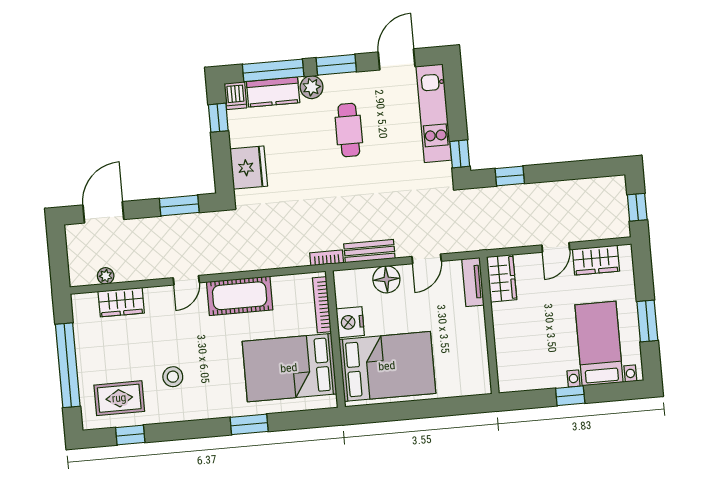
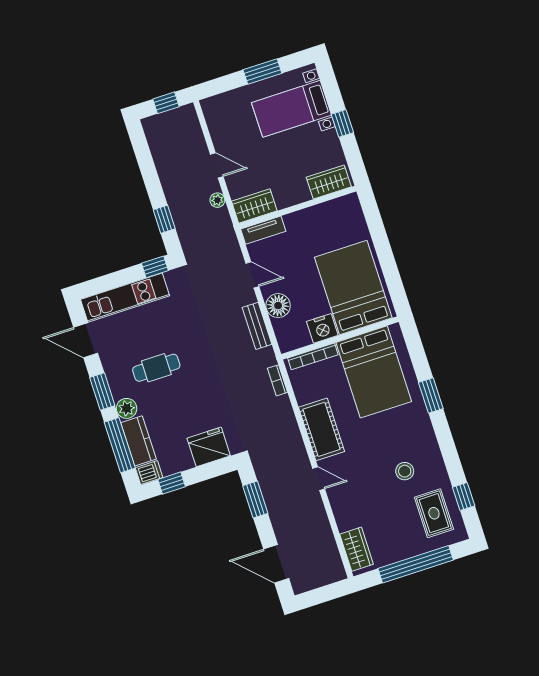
bookcase: (327, 258) -> (277, 380), moved
wardrobe: (596, 260) -> (329, 182), moved, turned -90
plant: (106, 276) -> (217, 200), moved
wardrobe: (121, 302) -> (357, 549), moved

